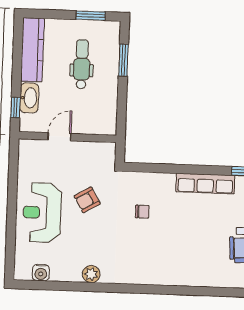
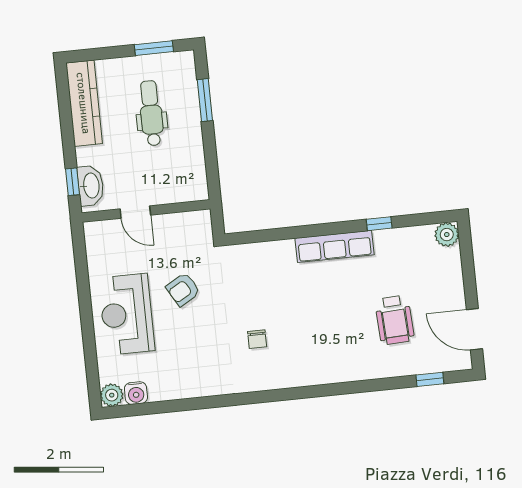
washbasin: (29, 98) -> (91, 186), moved
door: (59, 137) -> (135, 212), swing flipped
chair: (142, 212) -> (257, 339), moved, turned 90
plant: (91, 274) -> (112, 395), moved

